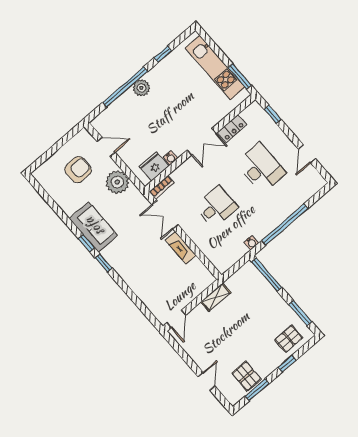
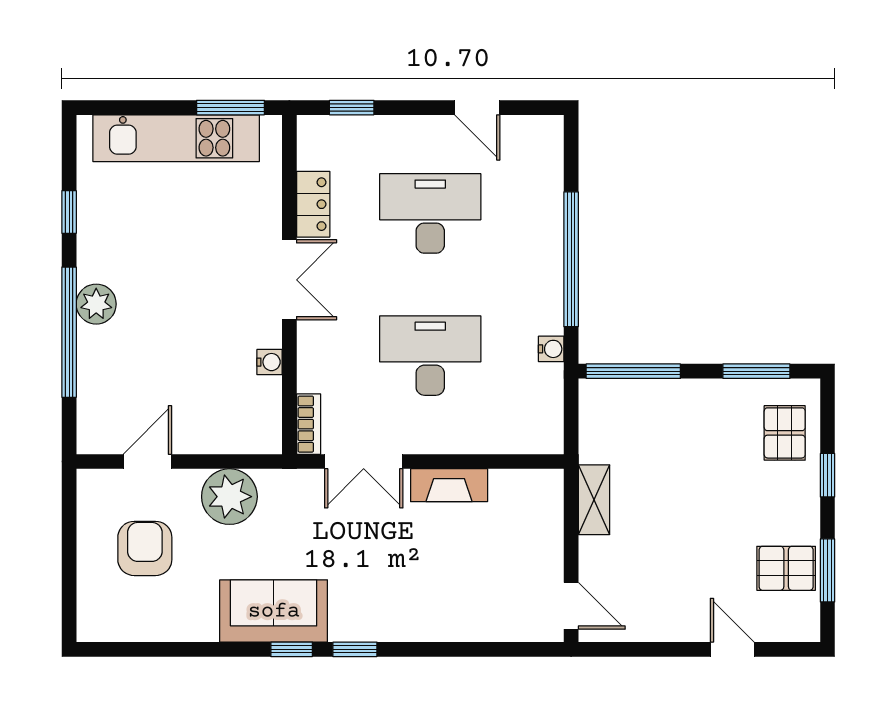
fridge: (154, 166) -> (258, 405), removed
desk: (216, 207) -> (430, 356), width x1.37

